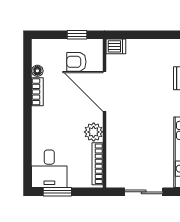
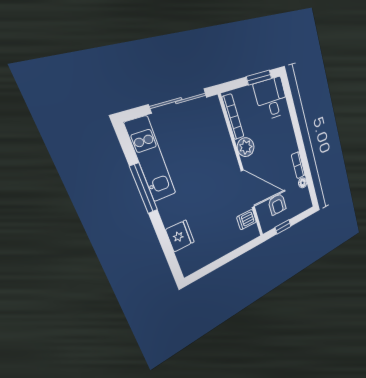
dishwasher: (116, 46) -> (247, 220), moved
armchair: (76, 62) -> (277, 204), turned 90
sliding door: (144, 192) -> (179, 101), width x1.37

